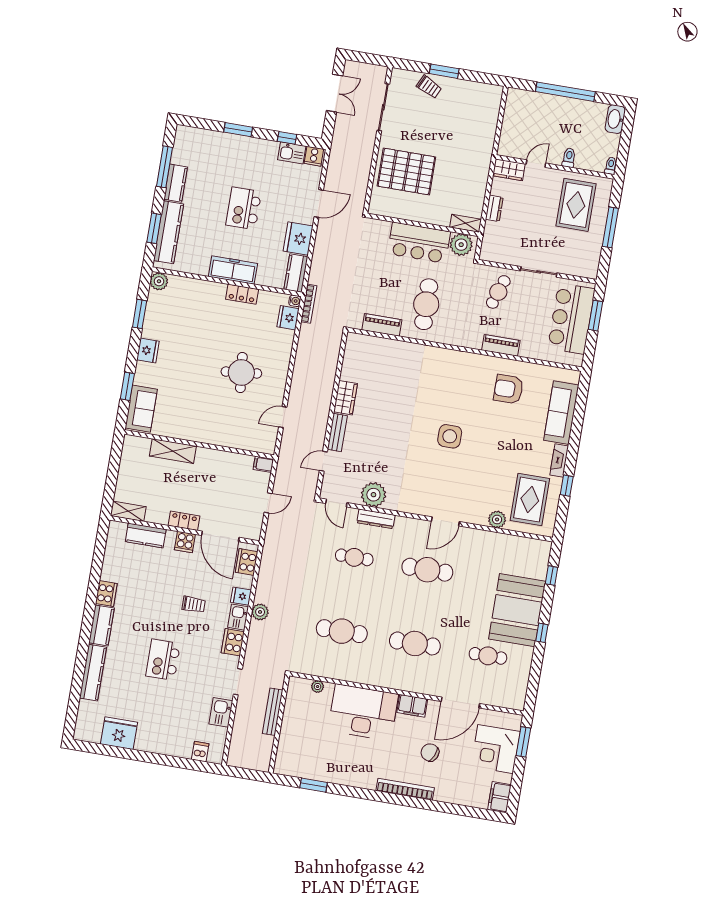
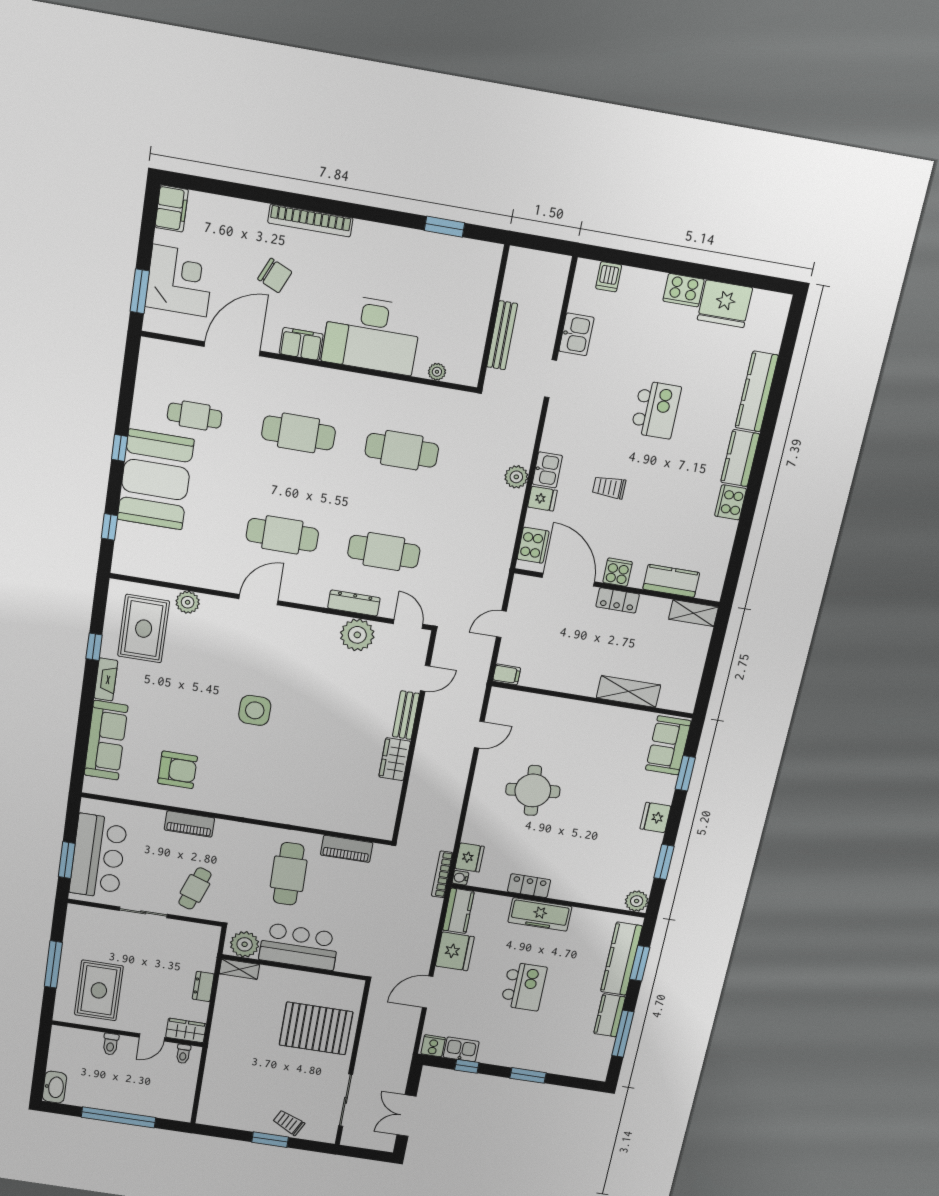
toilet: (611, 166) -> (183, 1054), moved
cafe table: (354, 557) -> (384, 552), width x1.37, depth x1.35
cooker: (233, 642) -> (683, 290), moved, turned 90

